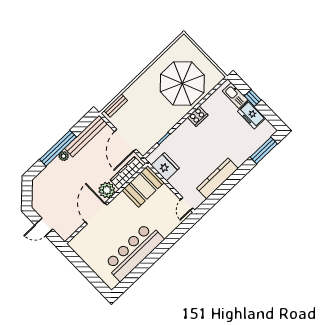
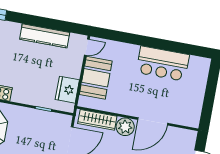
booth: (143, 186) -> (96, 78), moved, turned 90
bar counter: (134, 252) -> (163, 64), width x0.73

